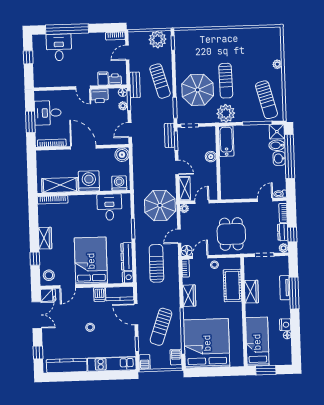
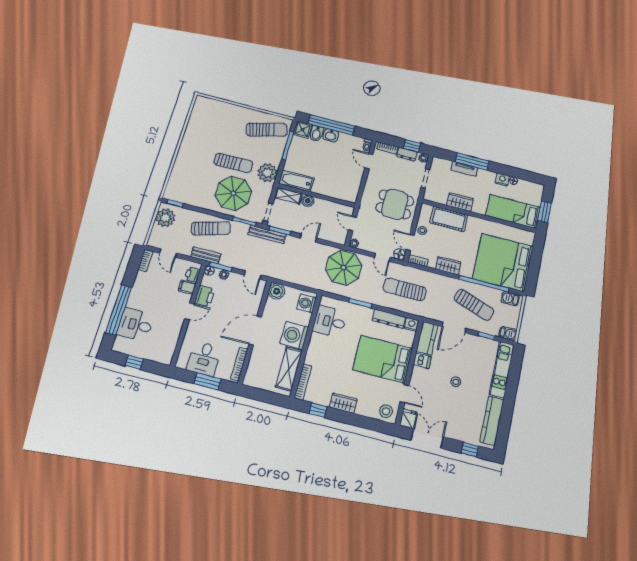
plant: (277, 64) -> (234, 109), removed
bench: (170, 135) -> (267, 234), width x1.36
shelving: (185, 188) -> (288, 196), moved
window: (35, 259) -> (318, 410), moved

